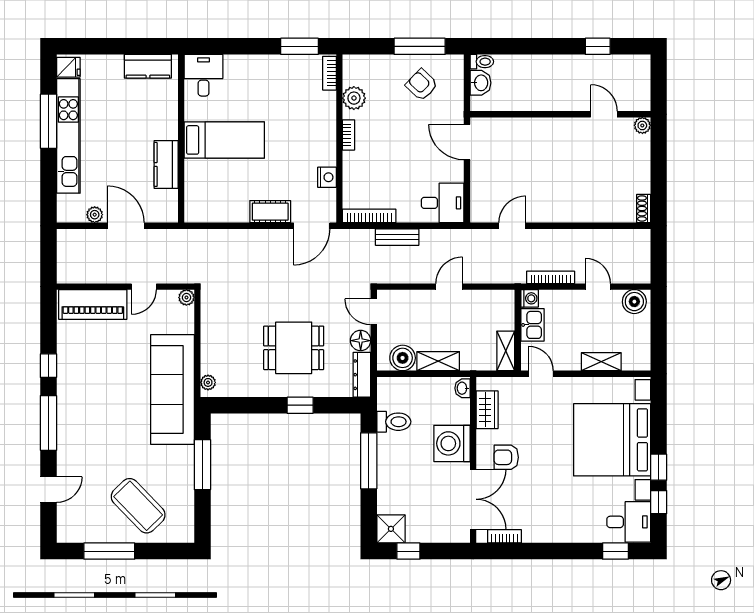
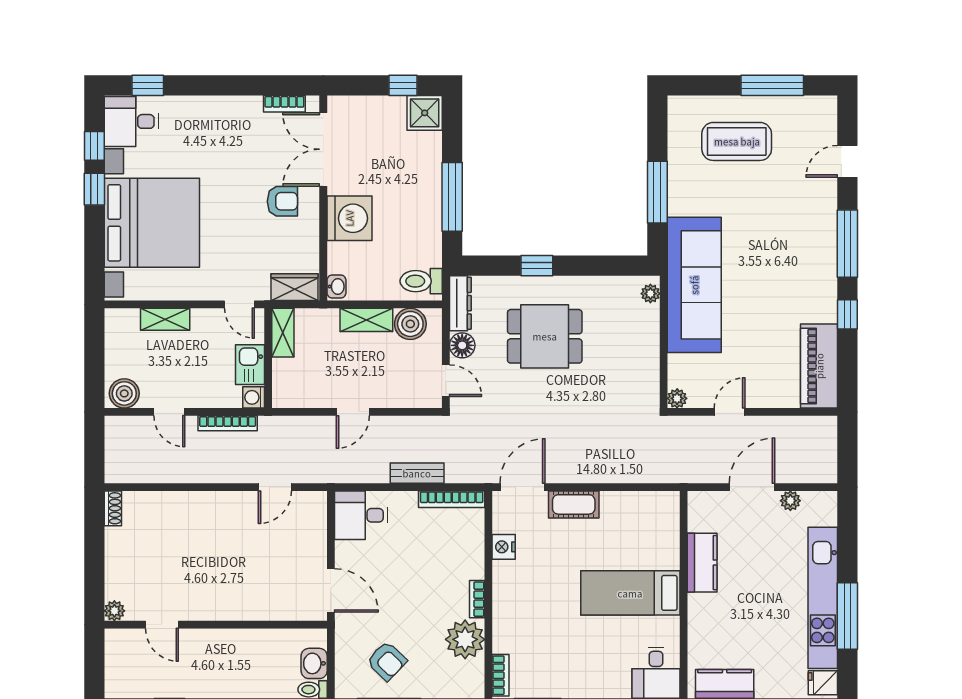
plant: (354, 98) -> (465, 639), width x1.36, depth x1.36
door: (126, 226) -> (752, 487), swing flipped
piano: (93, 304) -> (819, 366), moved, turned -90
wardrobe: (487, 410) -> (295, 287), moved, turned 90
toilet: (394, 422) -> (421, 281), moved
coffee table: (138, 506) -> (737, 141), turned -46

